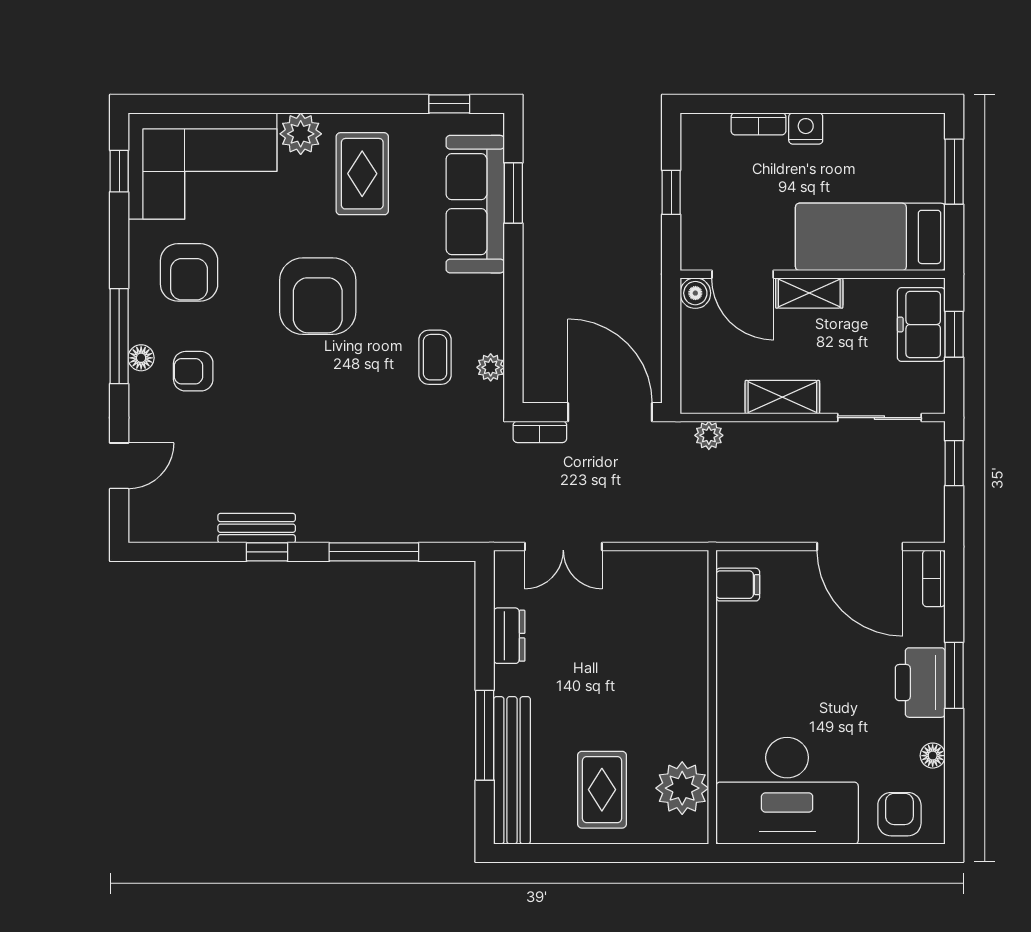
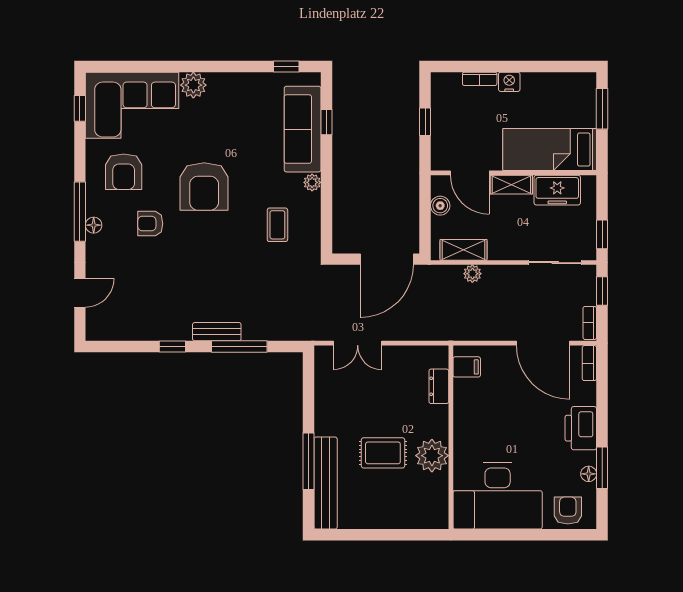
rug: (362, 174) -> (232, 110), removed
window: (513, 193) -> (326, 122), width x0.67
boiler: (695, 293) -> (440, 206), moved
freezer: (921, 325) -> (557, 190), moved, turned -90
window: (954, 334) -> (602, 234), moved
plant: (491, 367) -> (312, 182), moved
armchair: (193, 371) -> (150, 224), moved
shelving: (782, 397) -> (464, 250), moved
door: (610, 412) -> (387, 259), swing flipped
bookcase: (540, 432) -> (590, 323), moved, turned 90
plant: (709, 435) -> (472, 274), moved
bench: (257, 528) -> (217, 332), moved
dresser: (509, 636) -> (439, 386), moved, turned 180
window: (954, 675) -> (602, 468), moved
plant: (682, 788) -> (432, 456), moved
rug: (602, 790) -> (383, 453), moved, turned 90

